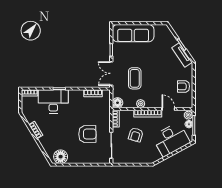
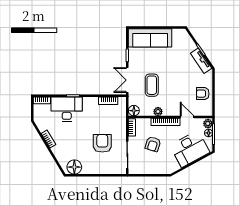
armchair: (87, 134) -> (102, 143), turned -89

